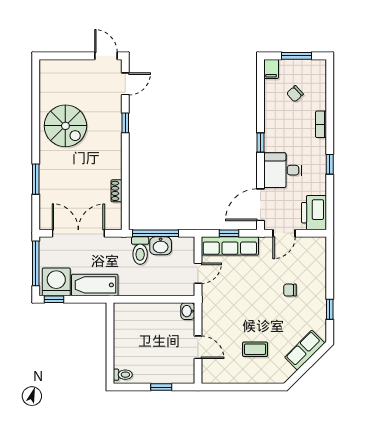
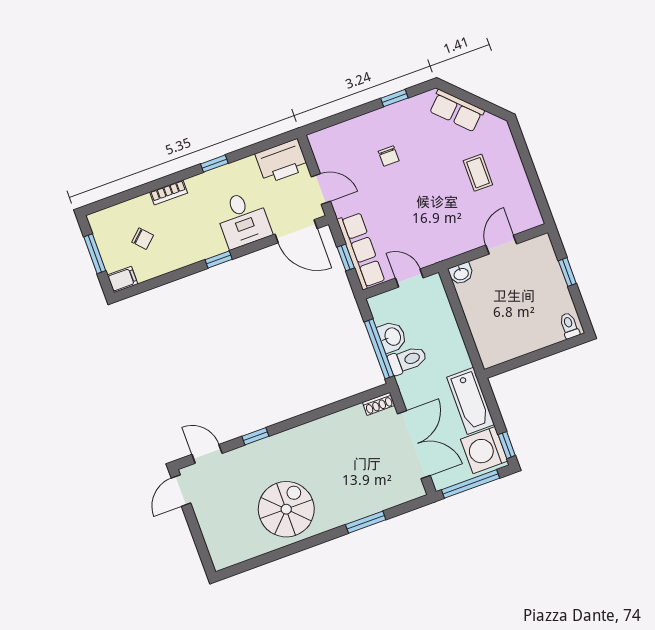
shoe rack: (116, 191) -> (379, 404), moved
double door: (78, 233) -> (414, 445), swing flipped

